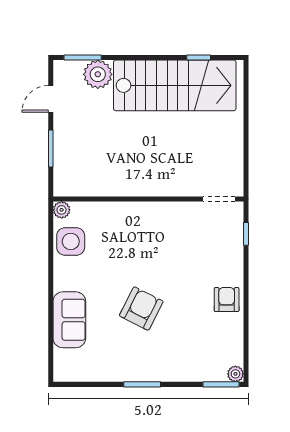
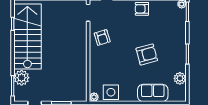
armchair: (173, 225) -> (102, 37), added
armchair: (141, 309) -> (147, 54), turned 138
plant: (97, 371) -> (180, 78), added

